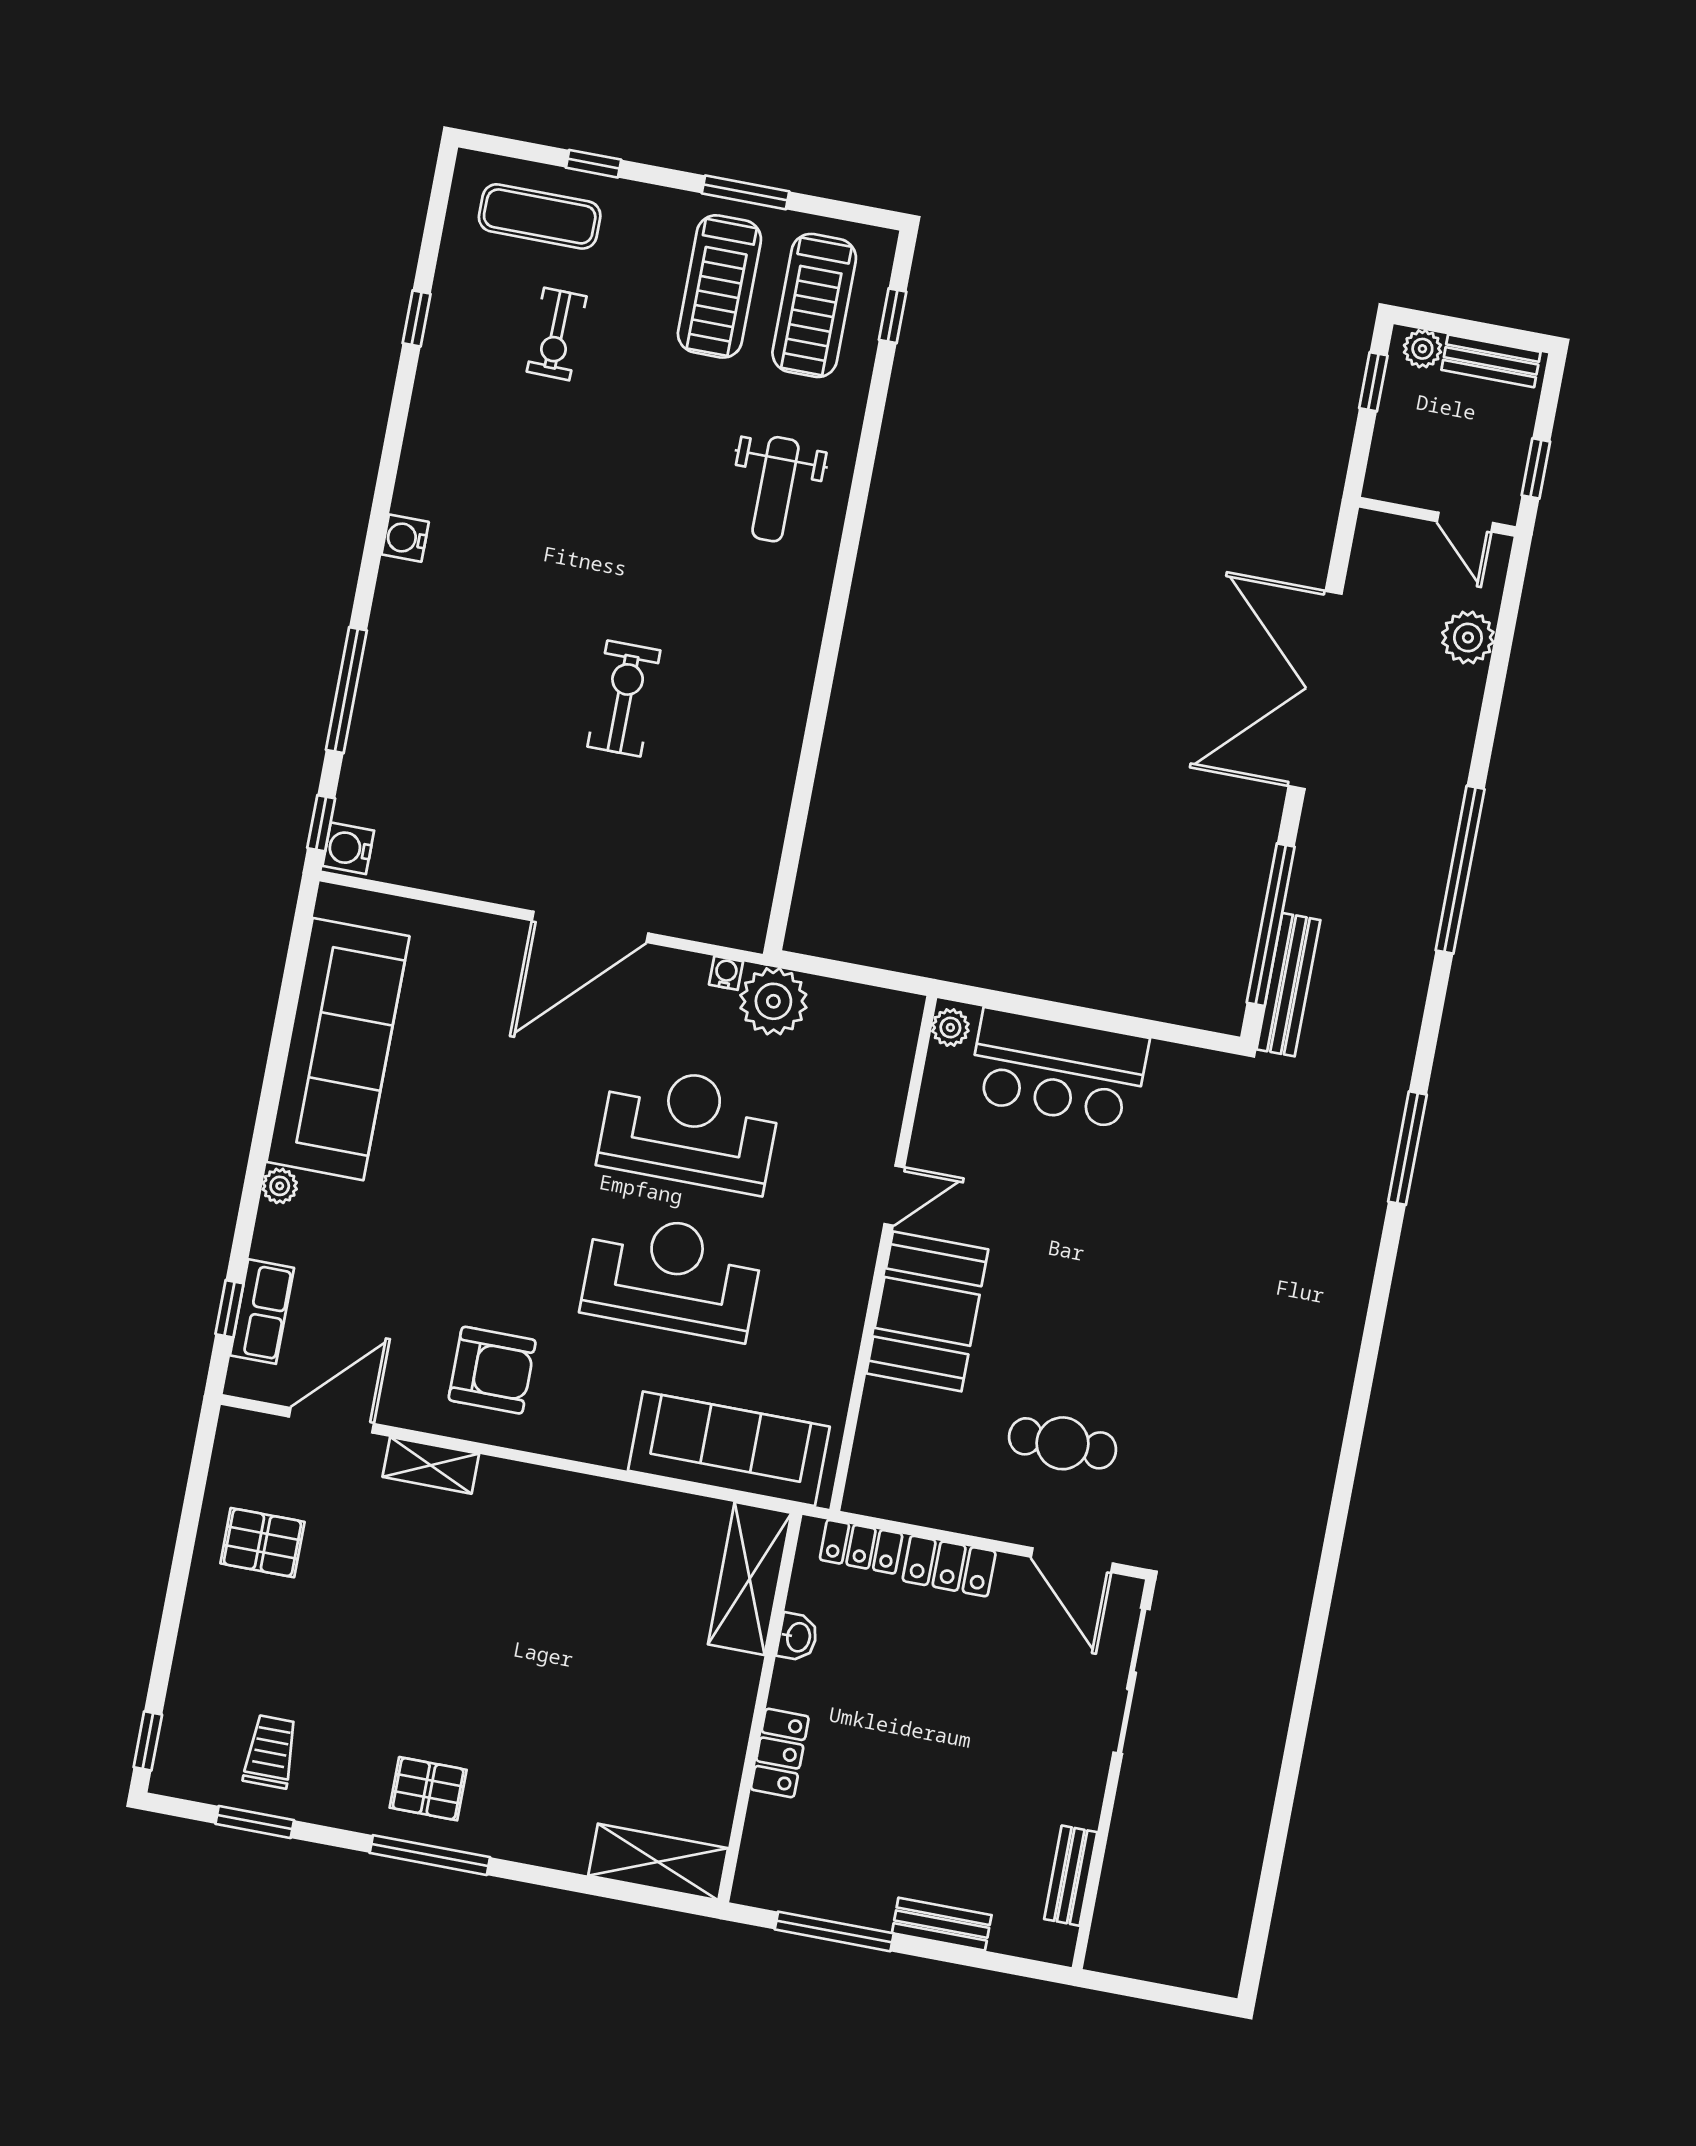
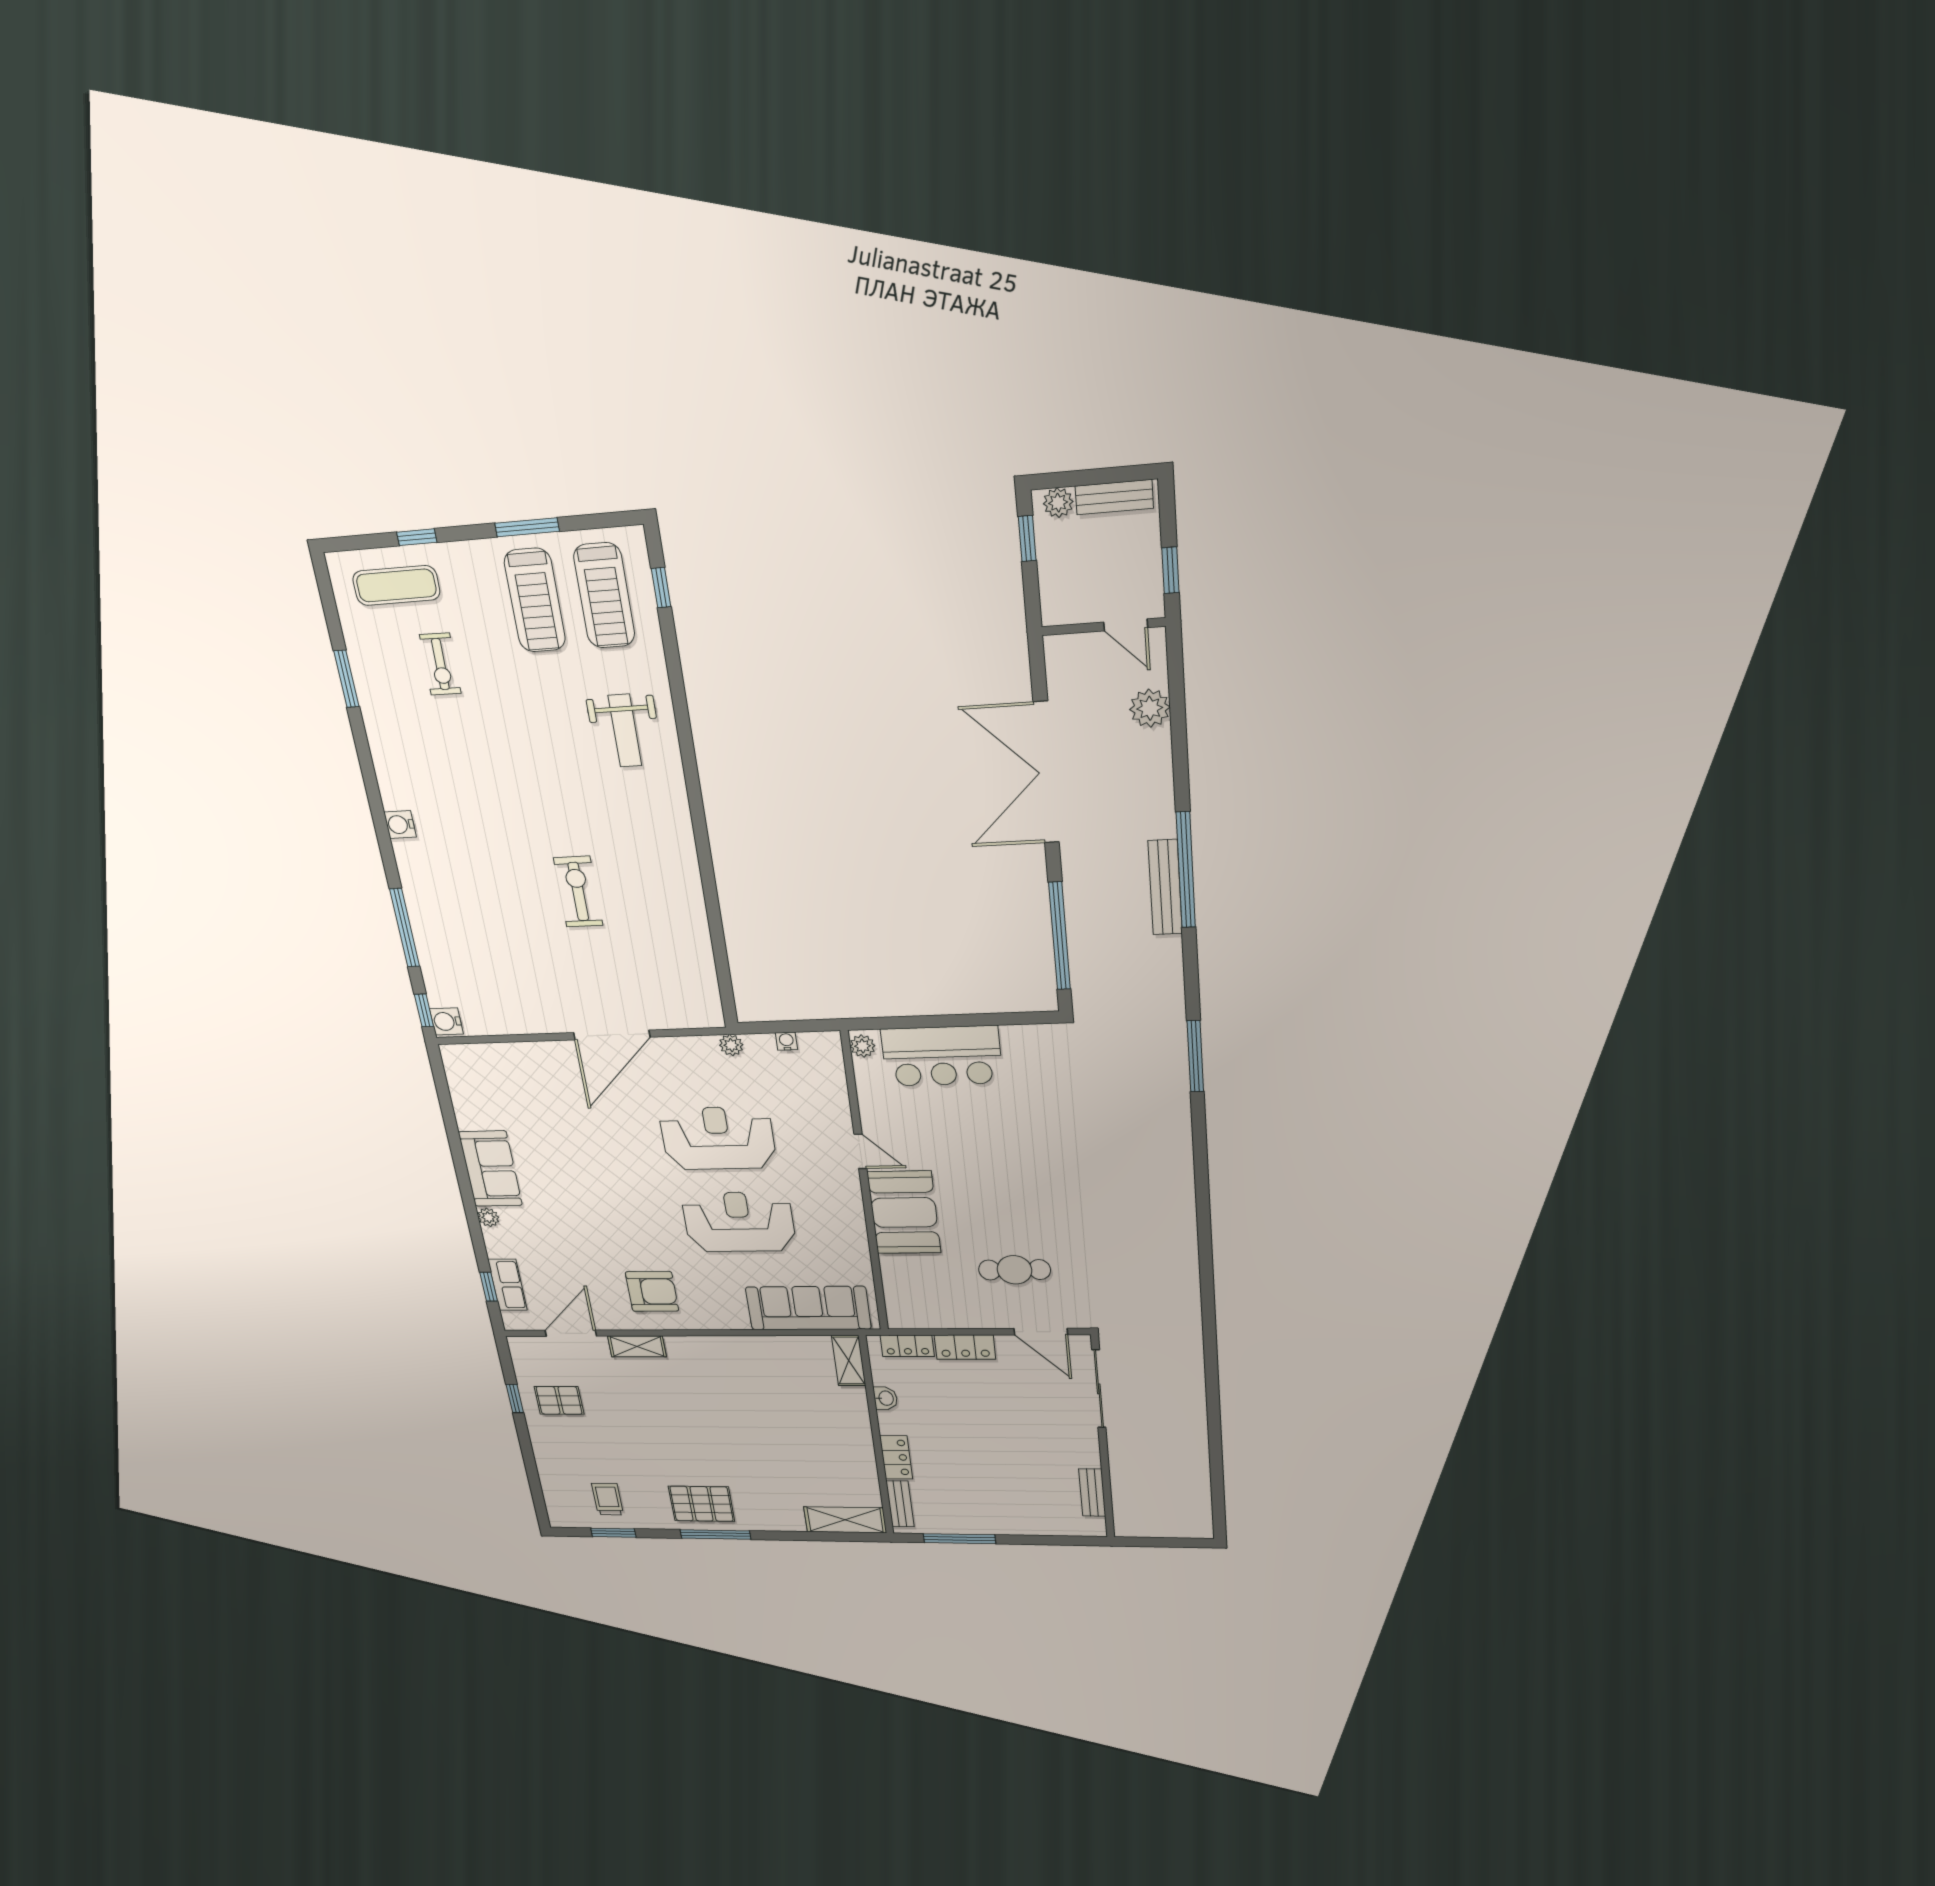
window: (417, 318) -> (346, 679), width x1.50
water cooler: (726, 973) -> (786, 1041), moved
bench: (1288, 985) -> (1165, 887), moved
plant: (773, 1001) -> (731, 1045), width x0.53, depth x0.53
sofa: (338, 1049) -> (490, 1169), width x0.54, depth x0.79
door: (894, 1196) -> (860, 1151), hinge flipped
shelving: (750, 1579) -> (849, 1361), width x0.67, depth x0.75
window: (148, 1741) -> (515, 1399), moved
pallet: (428, 1789) -> (702, 1504), width x1.50, depth x1.42
bench: (942, 1924) -> (900, 1504), moved, turned 90

